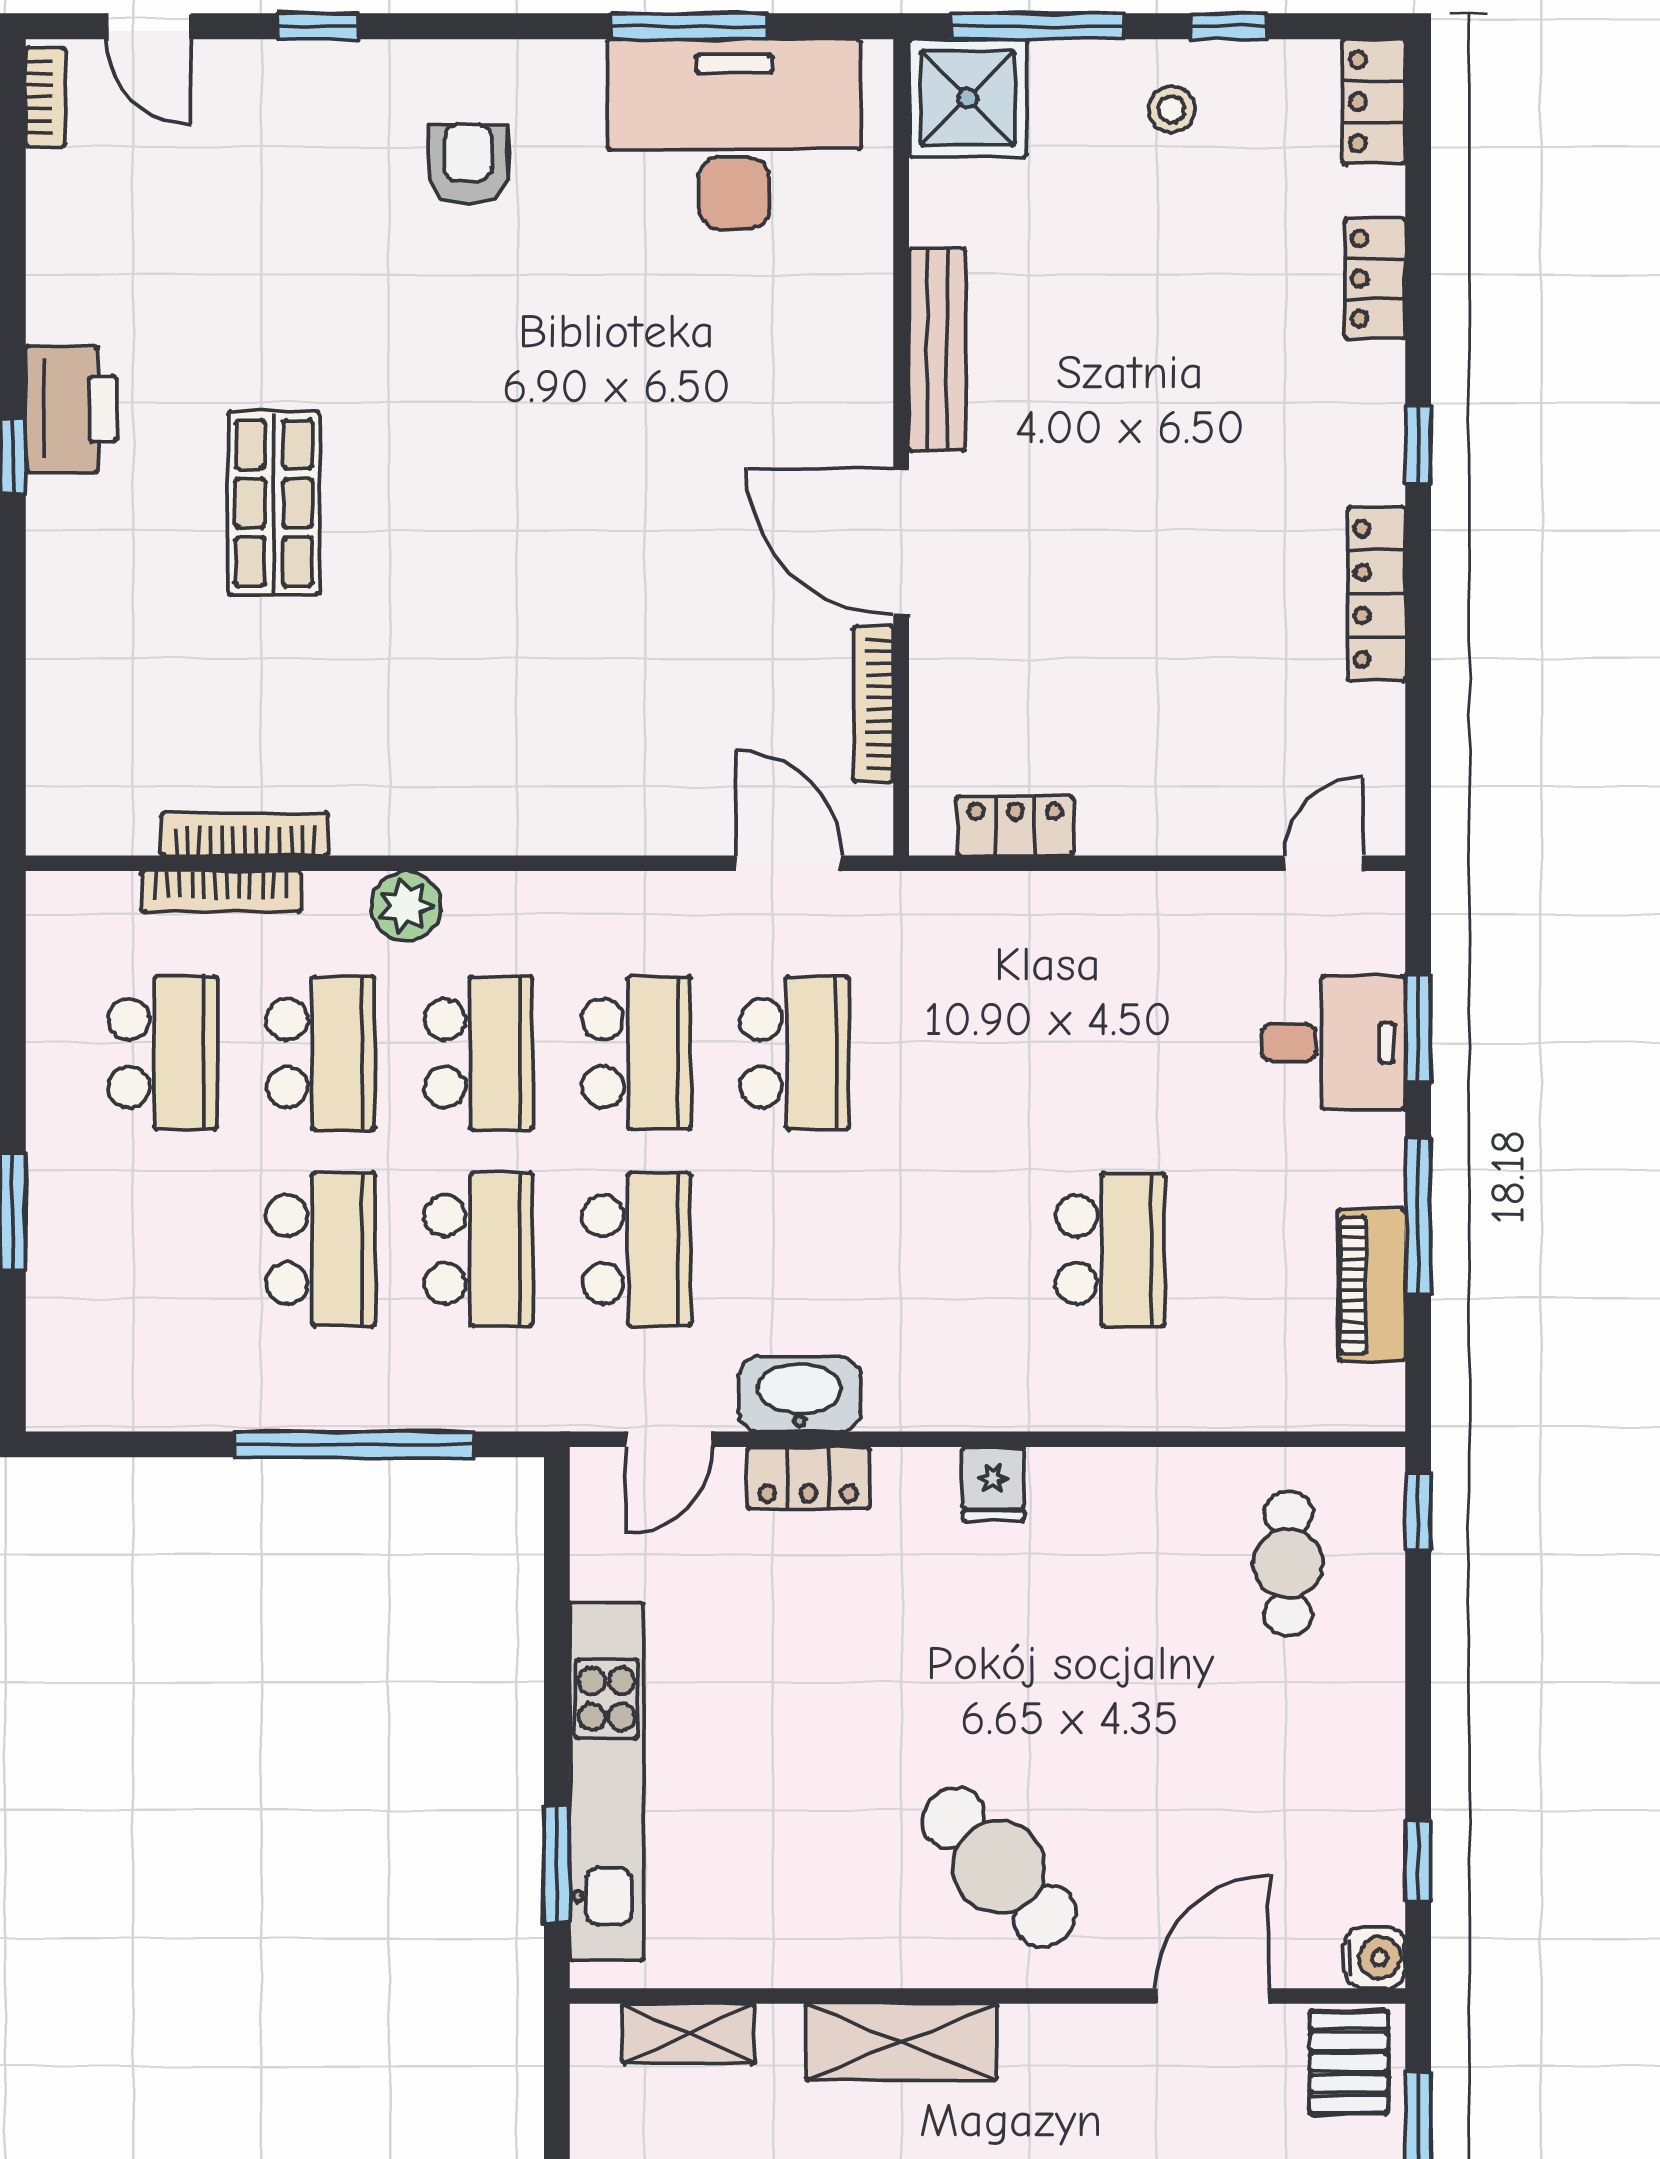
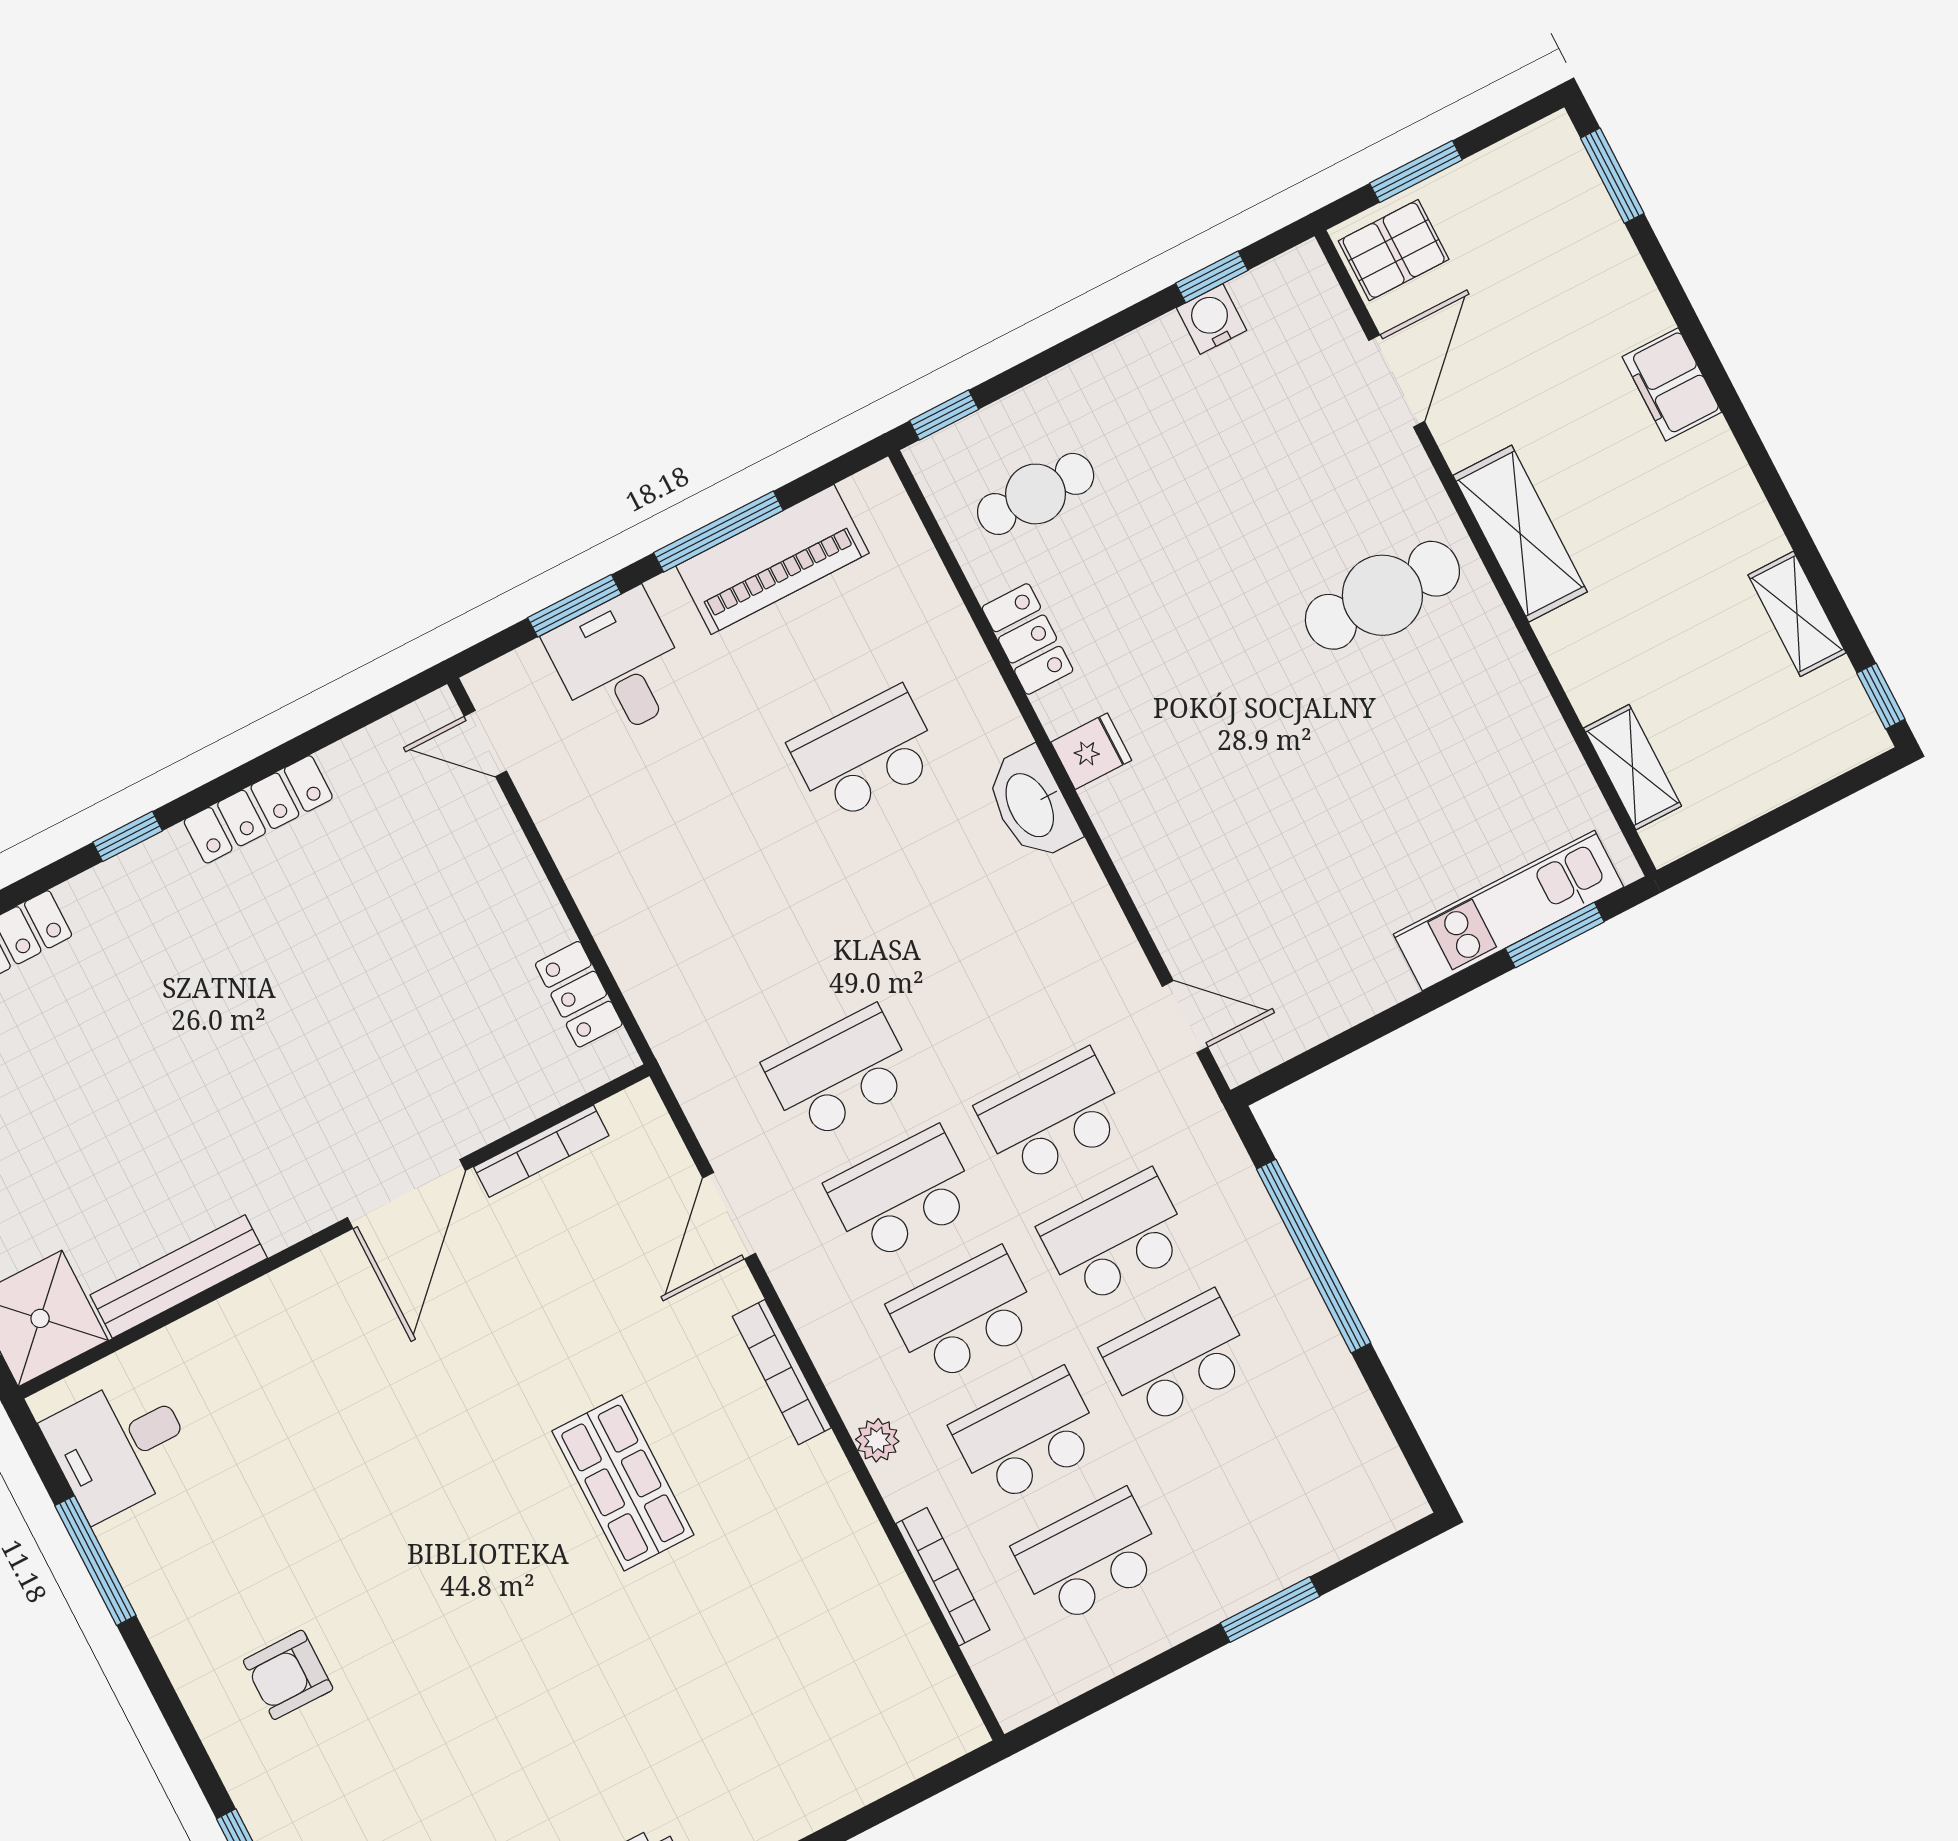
desk: (734, 134) -> (120, 1446), width x0.53, depth x0.77
bench: (937, 350) -> (179, 1276), moved
shop shelf: (274, 503) -> (623, 1483), moved, turned 90
bookcase: (245, 834) -> (782, 1372), moved
door: (788, 863) -> (729, 1216), moved
plant: (406, 906) -> (877, 1440), width x0.73, depth x0.73
piano: (1372, 1285) -> (773, 559), width x1.37, depth x1.33
washbasin: (800, 1394) -> (1031, 804), moved
locker: (808, 1478) -> (1028, 639), moved
kitchen unit: (607, 1781) -> (1508, 911), width x0.73
cafe table: (999, 1867) -> (1382, 595), turned 43
water cooler: (1375, 1958) -> (1211, 319), moved
door: (1212, 1996) -> (1397, 381), swing flipped
shelving: (902, 2042) -> (1520, 534), moved

